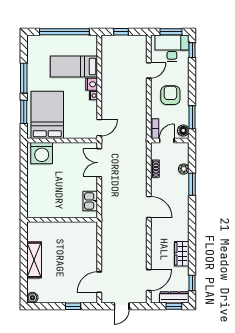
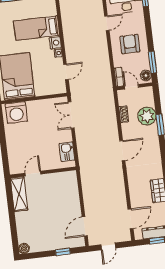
door: (99, 128) -> (66, 72), moved
door: (167, 141) -> (132, 87), hinge flipped
plant: (184, 169) -> (147, 116), width x1.88, depth x1.88
door: (149, 207) -> (122, 151), hinge flipped
door: (51, 220) -> (33, 174), added
shelving: (34, 260) -> (19, 194), moved

